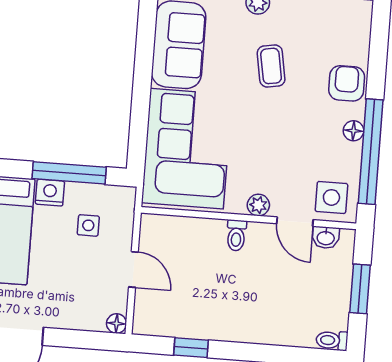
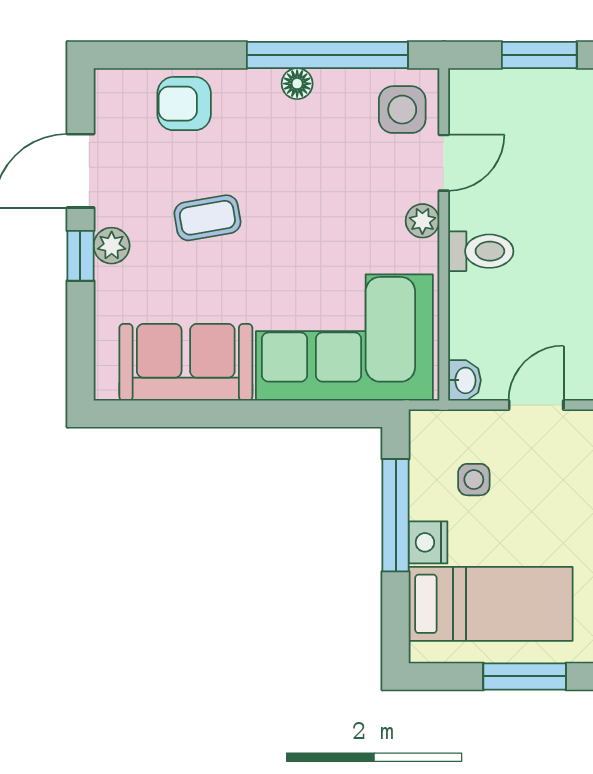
armchair: (347, 83) -> (184, 104), moved
toilet: (236, 235) -> (481, 251), width x1.37, depth x1.39
washbasin: (326, 238) -> (464, 380), moved

